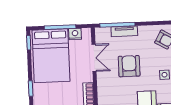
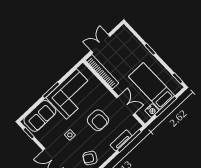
bed: (51, 56) -> (152, 86), width x0.67
double door: (94, 58) -> (126, 106), swing flipped

